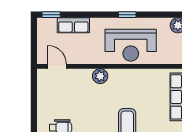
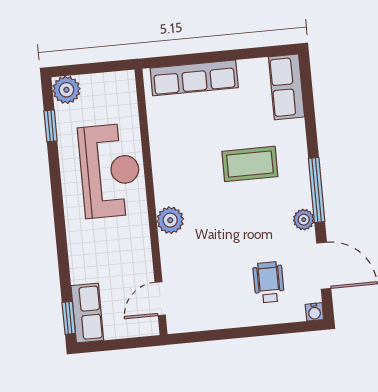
window: (127, 15) -> (51, 126), moved
row of seats: (73, 25) -> (87, 313), moved

